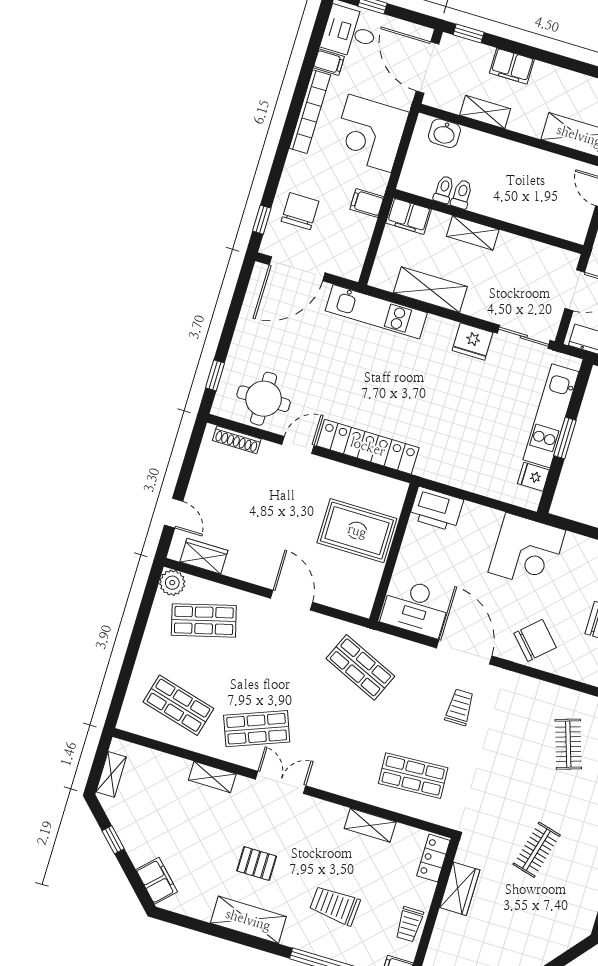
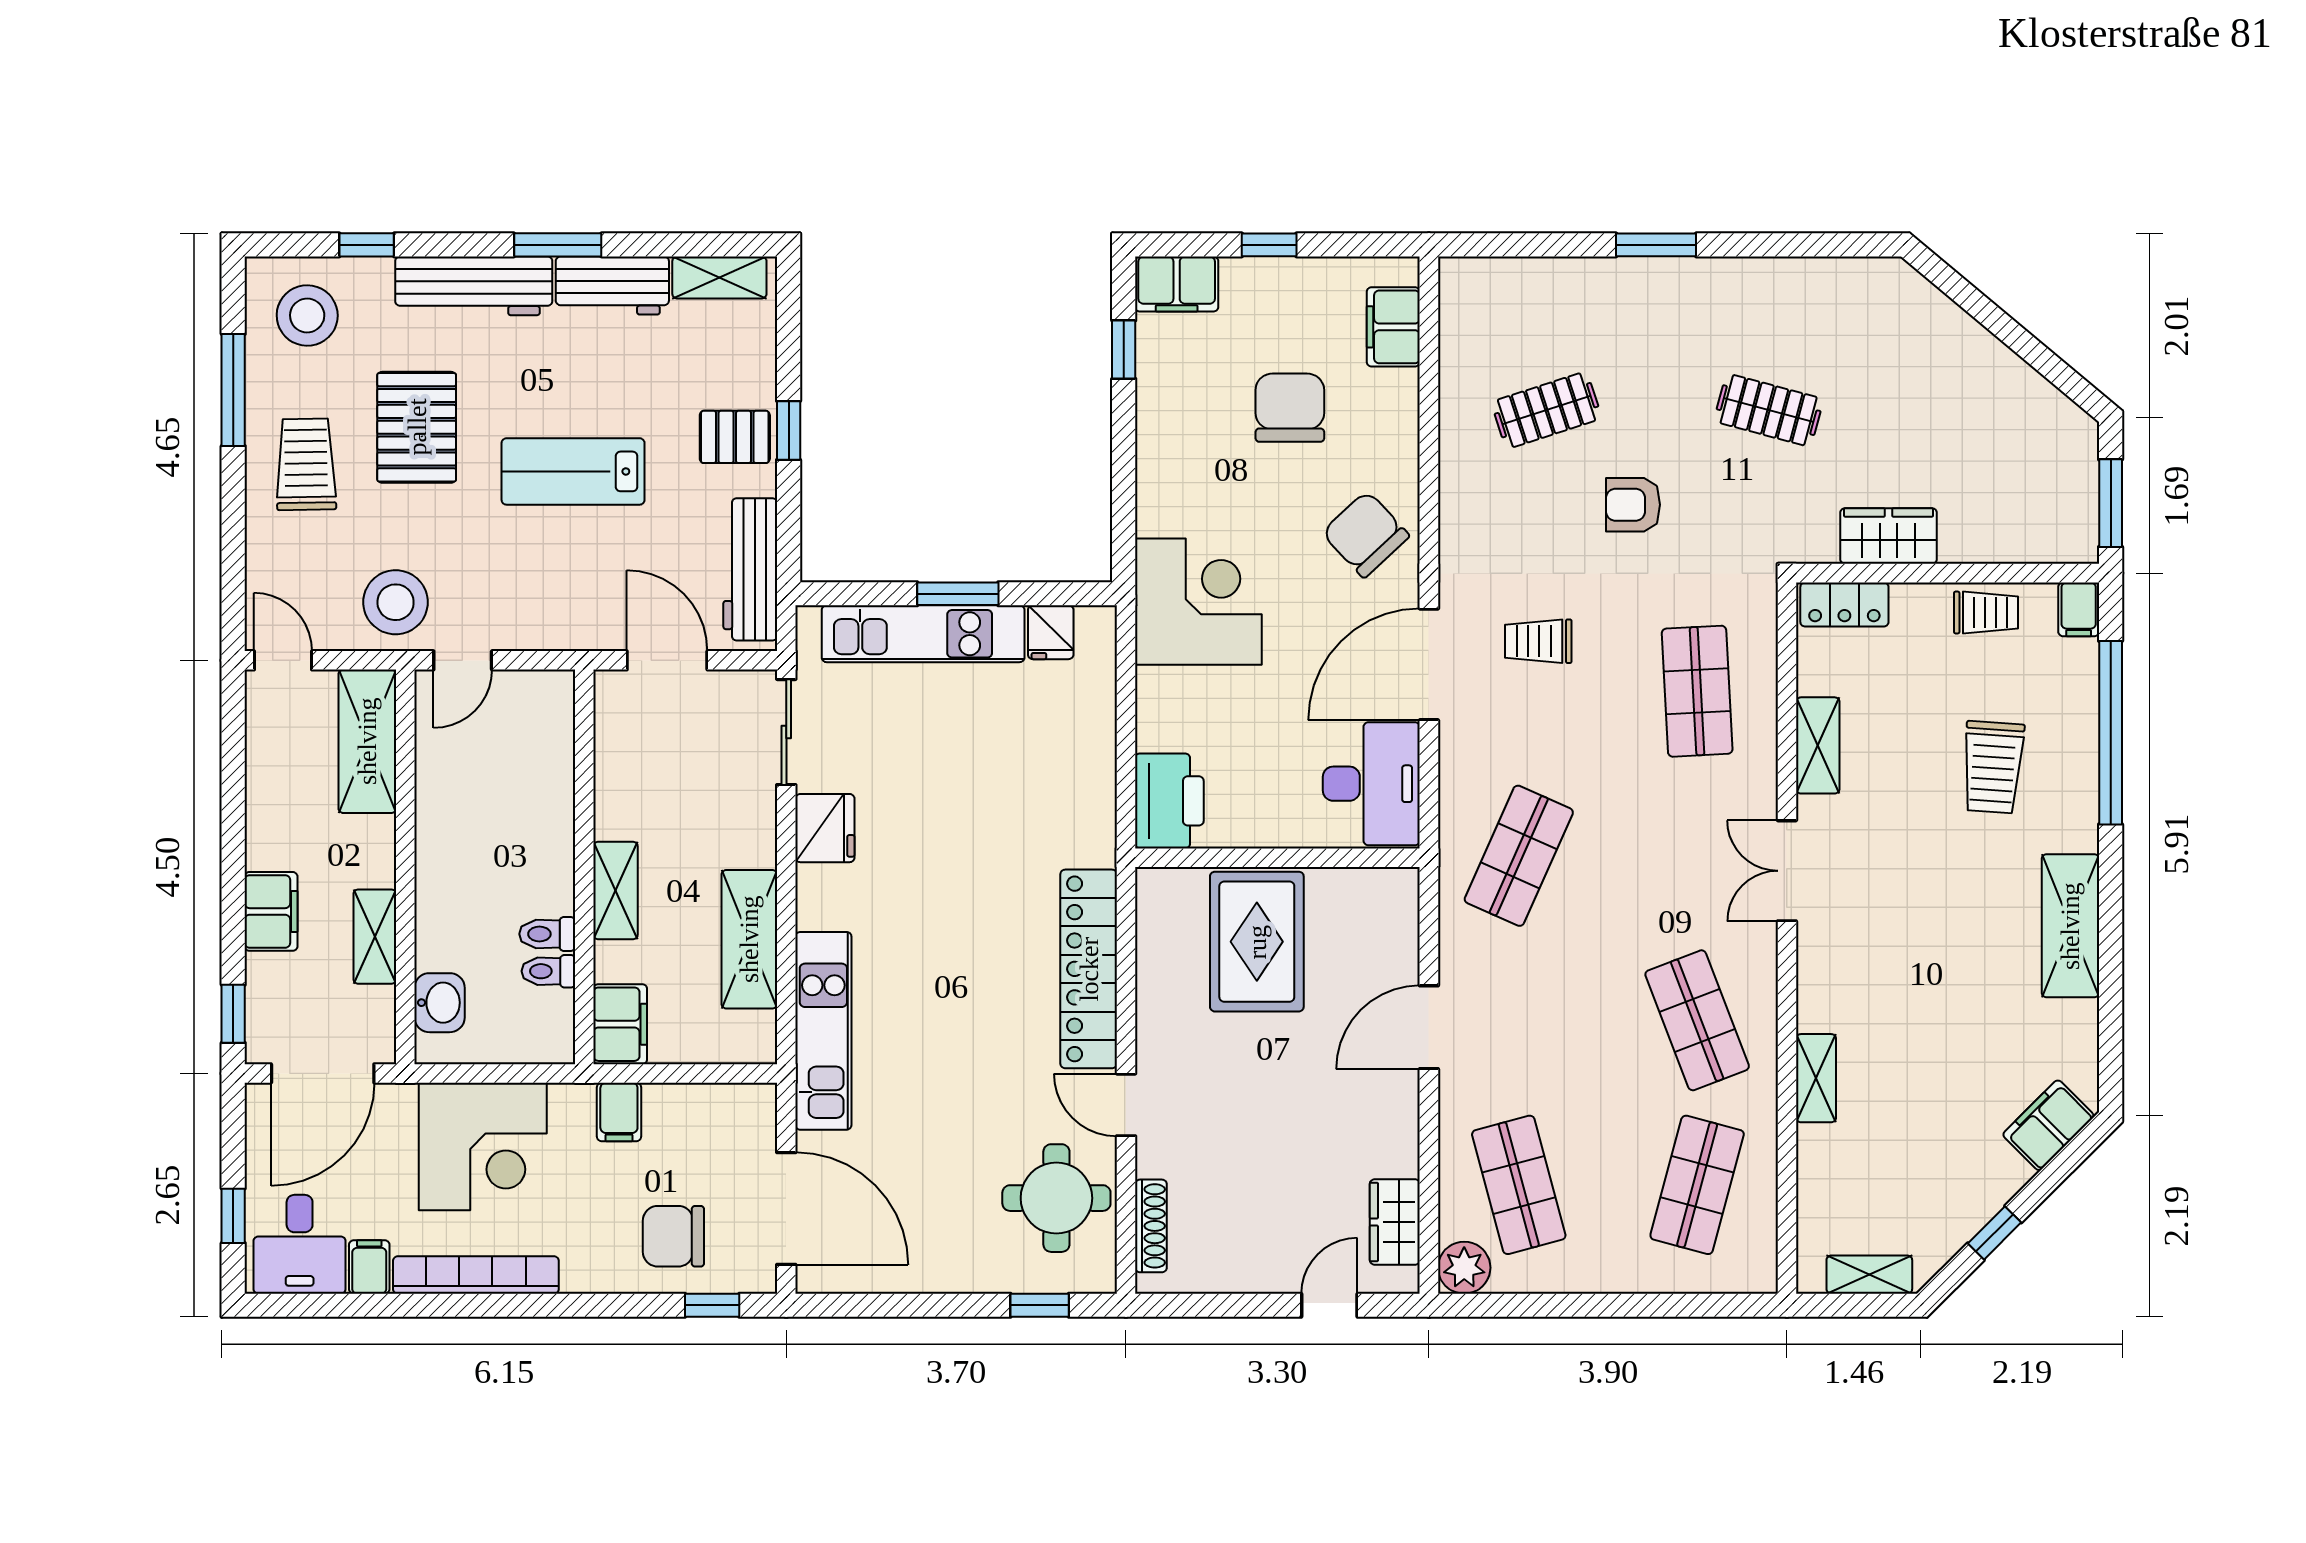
armchair: (511, 772) -> (1633, 505), added
double door: (281, 782) -> (1787, 871), moved
pallet: (257, 864) -> (1957, 942), removed

